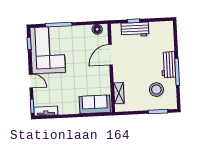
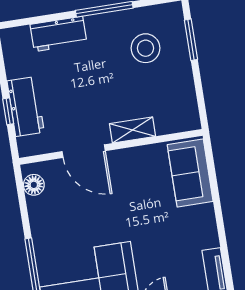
workbench: (168, 65) -> (58, 34), moved
shelving: (119, 93) -> (132, 130), moved

